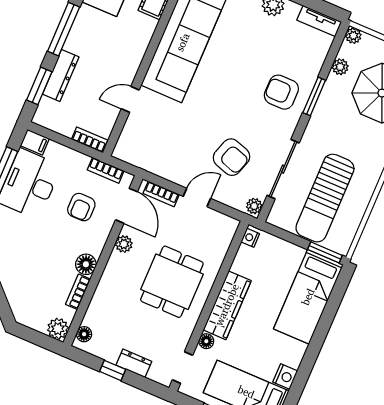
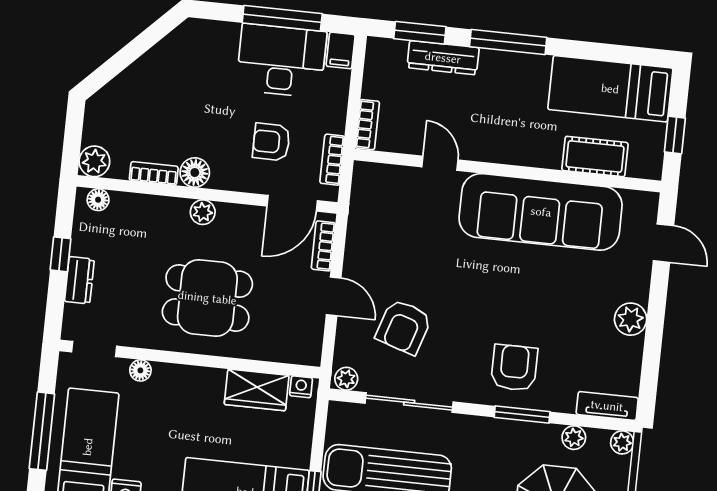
tv unit: (319, 21) -> (607, 406), moved, turned 90
plant: (124, 244) -> (203, 212), moved
wardrobe: (227, 305) -> (257, 390), moved, width x0.67

